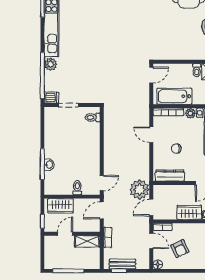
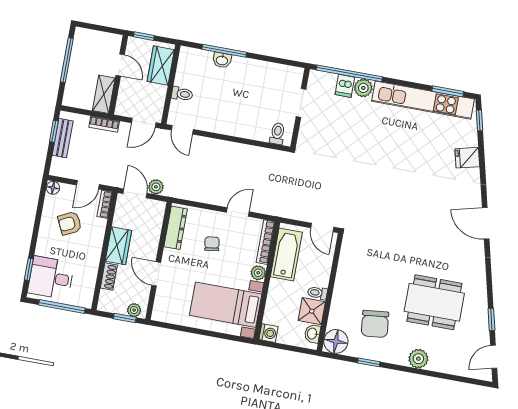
dishwasher: (51, 98) -> (345, 86), moved
plant: (140, 189) -> (156, 187), width x0.53, depth x0.53
door: (102, 210) -> (144, 123), swing flipped

